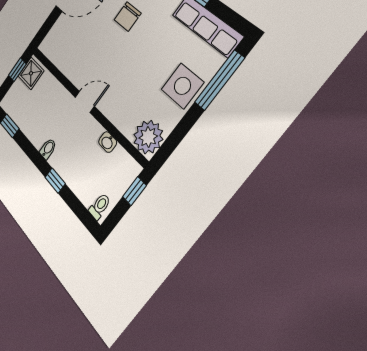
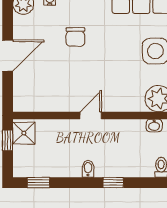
washbasin: (108, 142) -> (154, 125), moved

